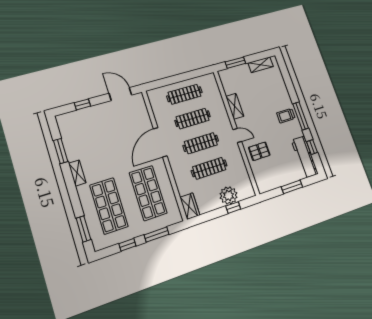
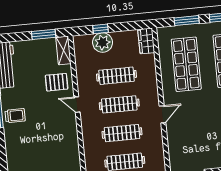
shelving: (235, 106) -> (63, 50), moved
door: (160, 142) -> (163, 114), width x0.53
window: (292, 187) -> (44, 34), moved

